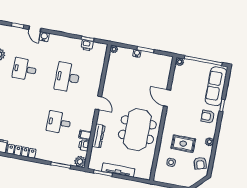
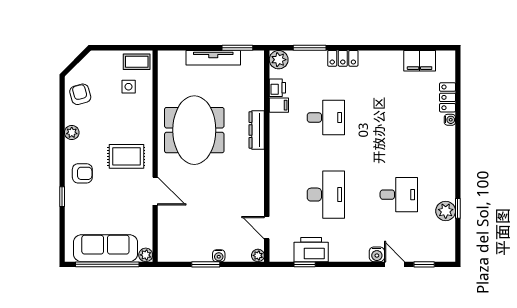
printer: (87, 45) -> (311, 250), width x1.87, depth x1.48
sofa: (216, 86) -> (105, 248), moved, turned -90
door: (98, 103) -> (267, 228), moved
dresser: (98, 136) -> (257, 130), moved
rug: (183, 144) -> (126, 156), moved
locker: (22, 151) -> (343, 58), moved, width x0.66
coffee table: (164, 176) -> (137, 62), added

